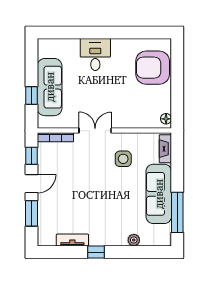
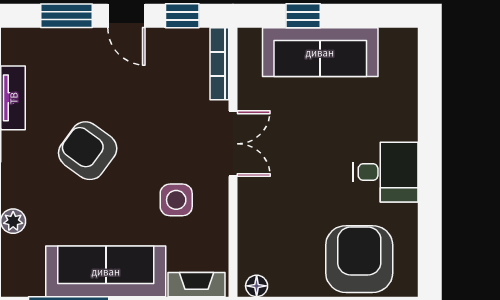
desk: (95, 55) -> (386, 172), moved
armchair: (99, 203) -> (88, 151), added

